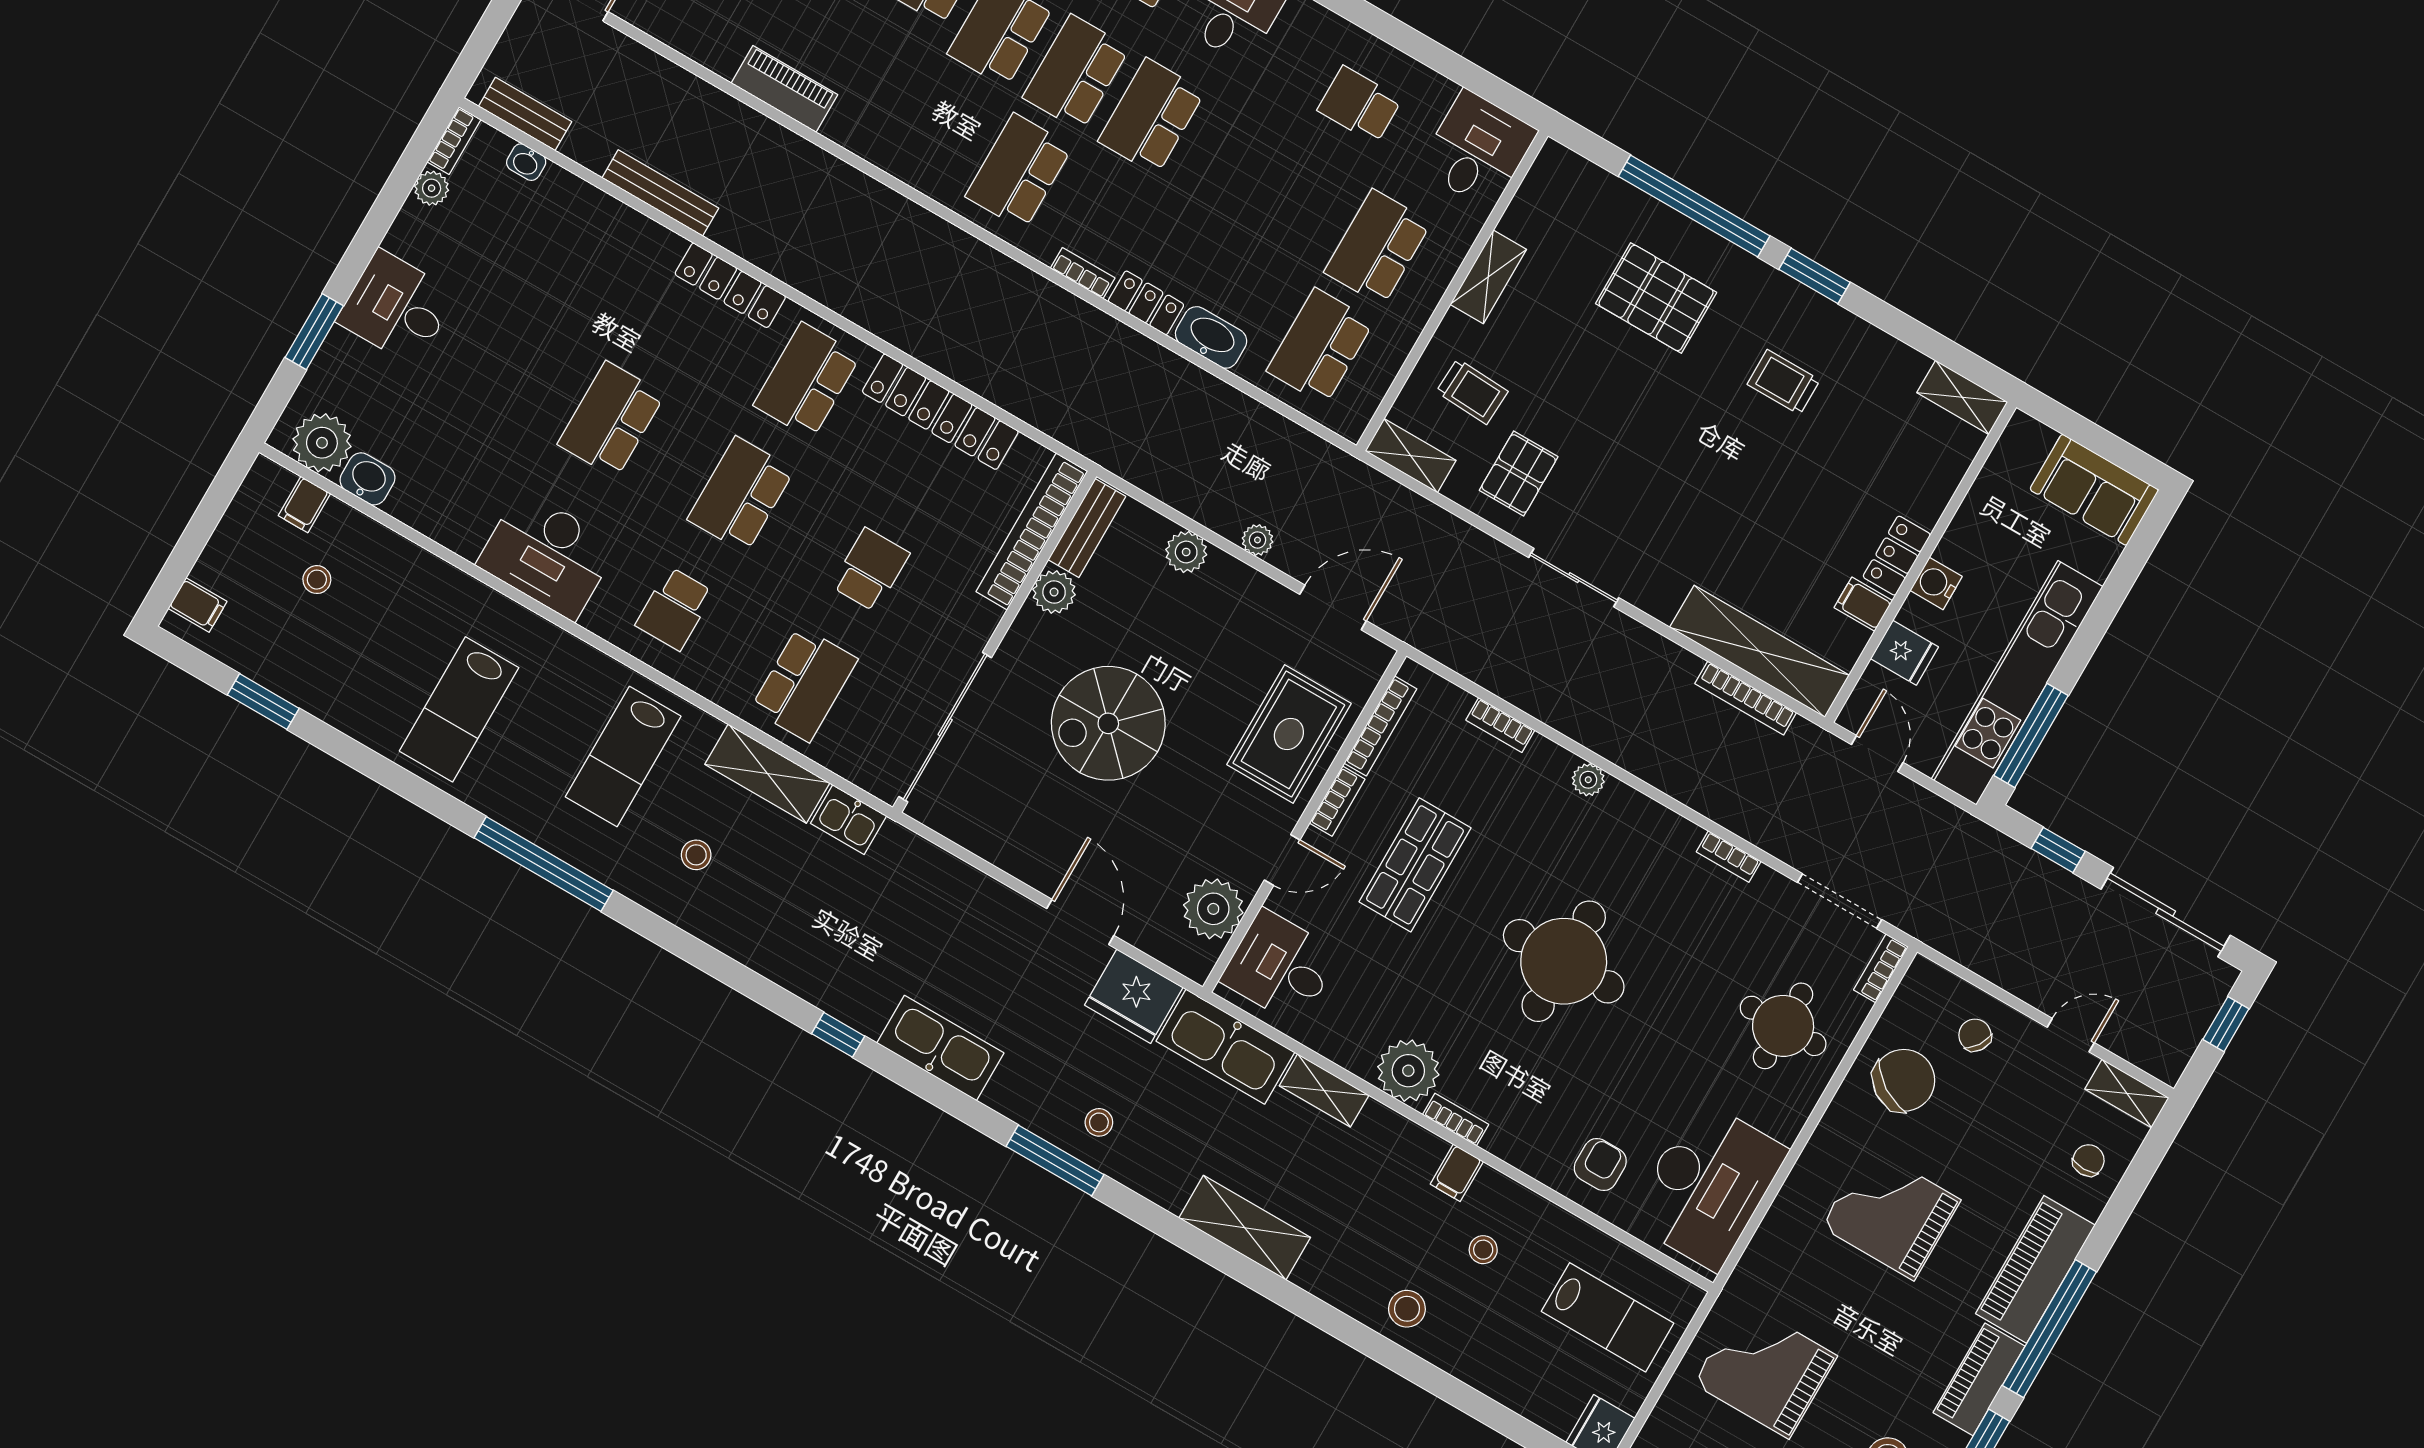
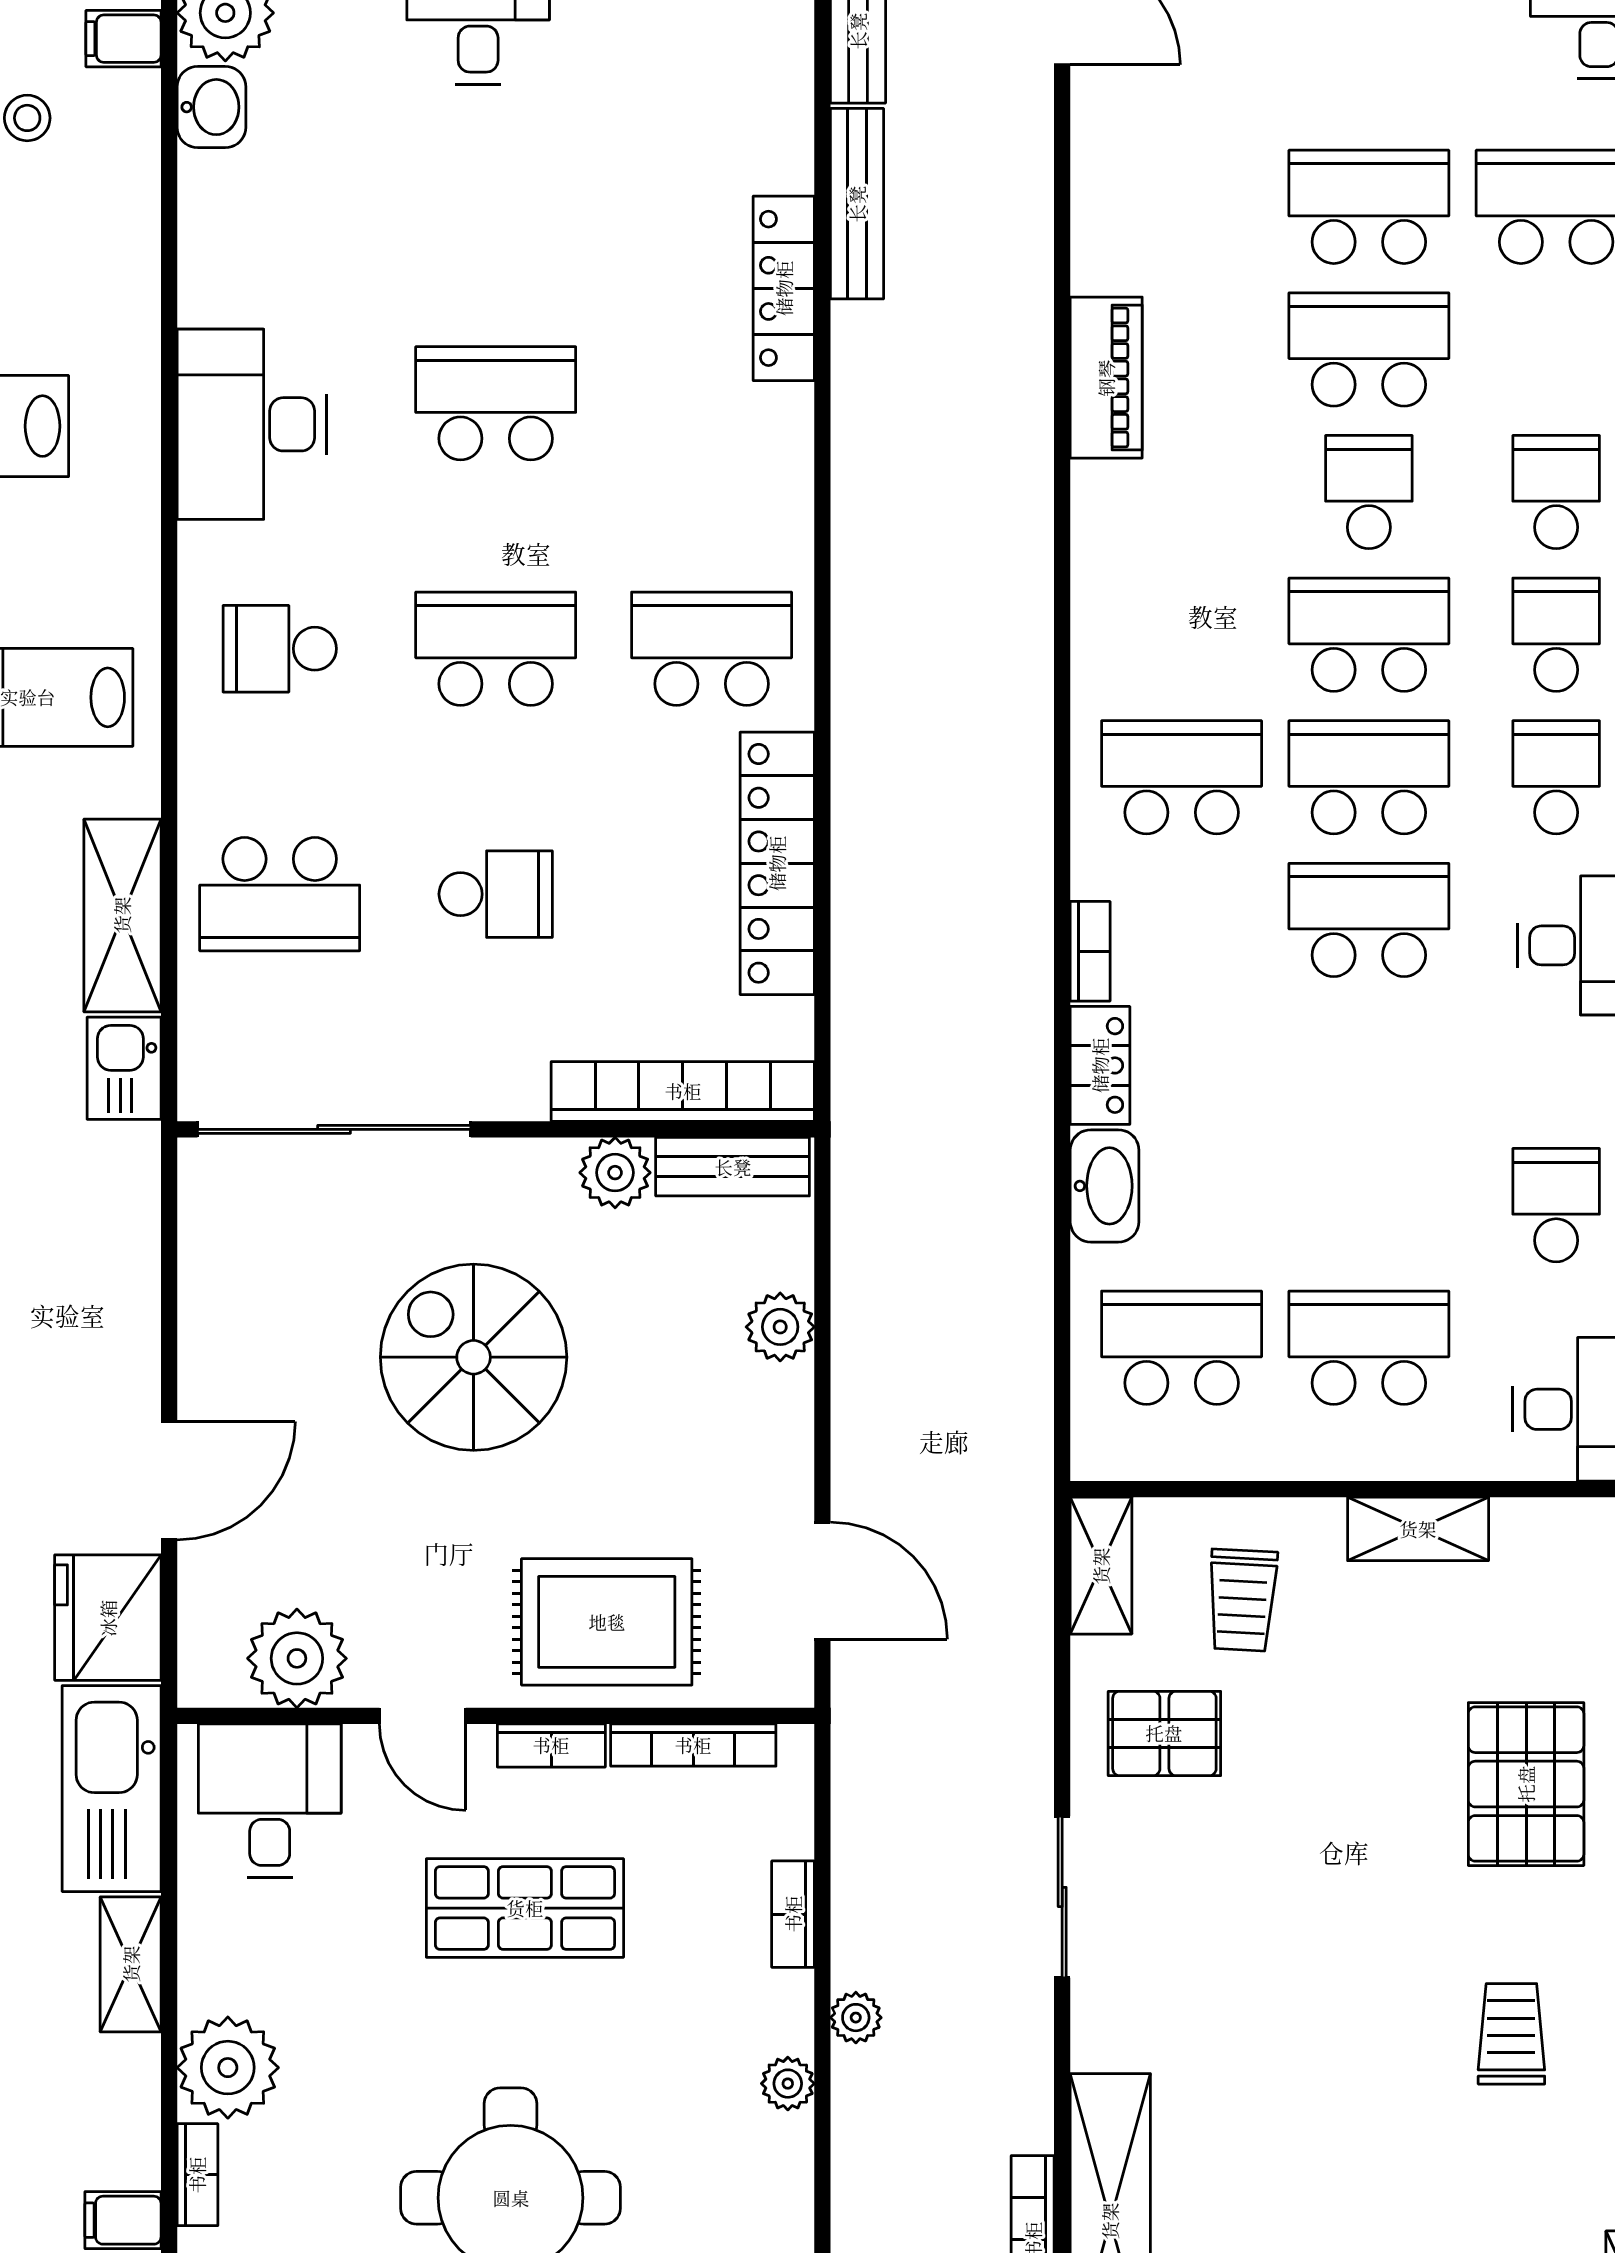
washbasin: (526, 162) -> (791, 72), removed
bench: (660, 193) -> (857, 204), moved
locker: (730, 285) -> (784, 288), moved
plant: (1257, 540) -> (856, 2018), moved

